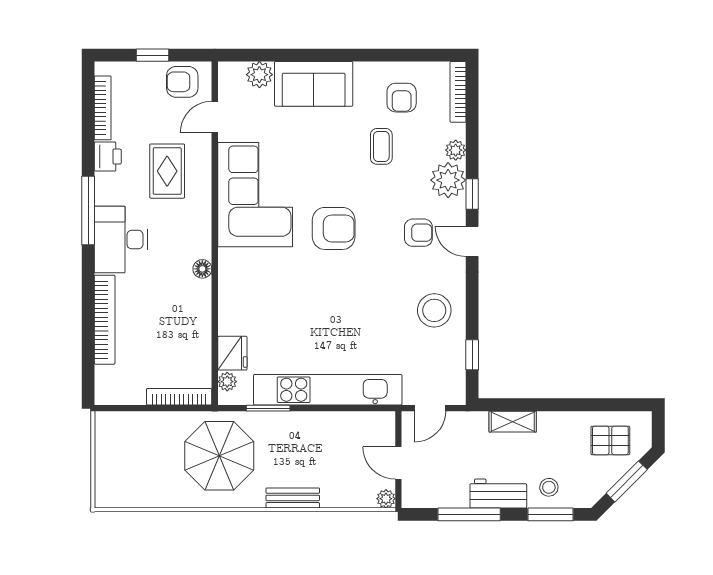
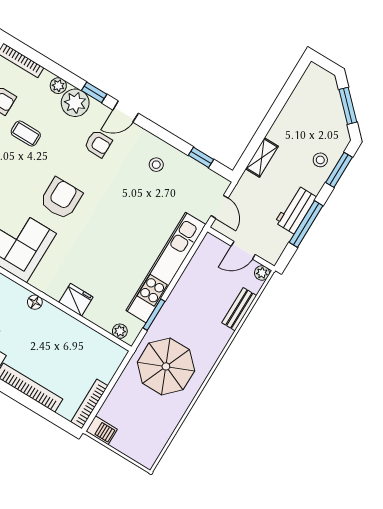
armchair: (418, 233) -> (98, 144), turned 90
stool: (434, 310) -> (156, 165), width x0.53, depth x0.53
fridge: (232, 353) -> (76, 300), moved
bookcase: (179, 397) -> (89, 404), moved
barbecue: (106, 428) -> (102, 430), added
pallet: (610, 440) -> (314, 100), removed
workbench: (498, 494) -> (296, 210), moved
bench: (293, 498) -> (239, 309), moved

